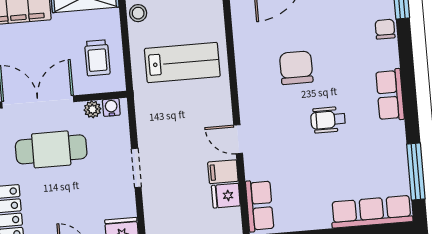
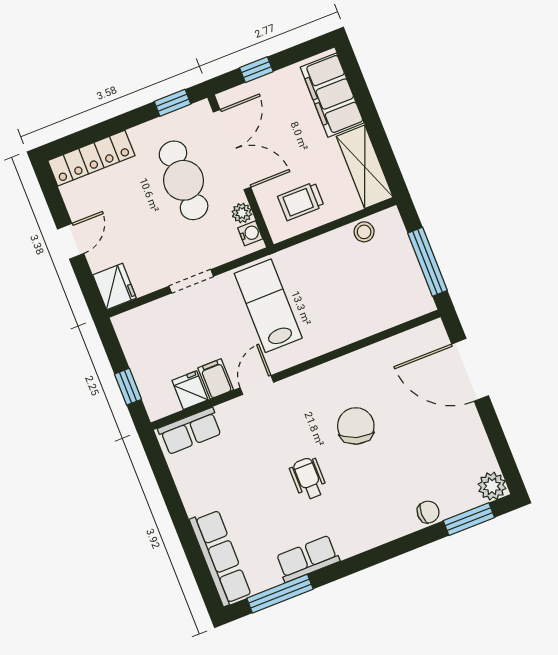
lab bench: (182, 62) -> (268, 306), moved, turned 180
chair: (296, 68) -> (356, 426), turned -73
row of seats: (390, 95) -> (308, 559), moved

